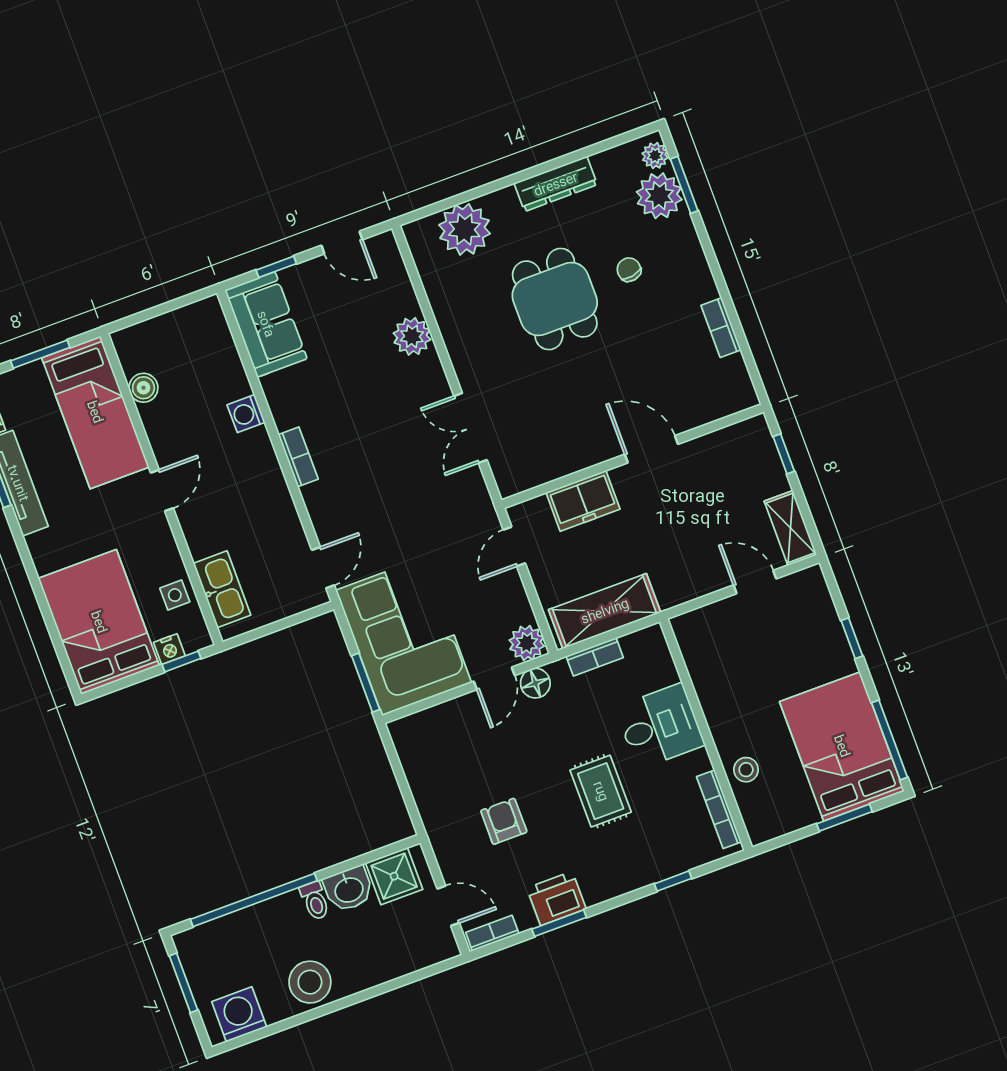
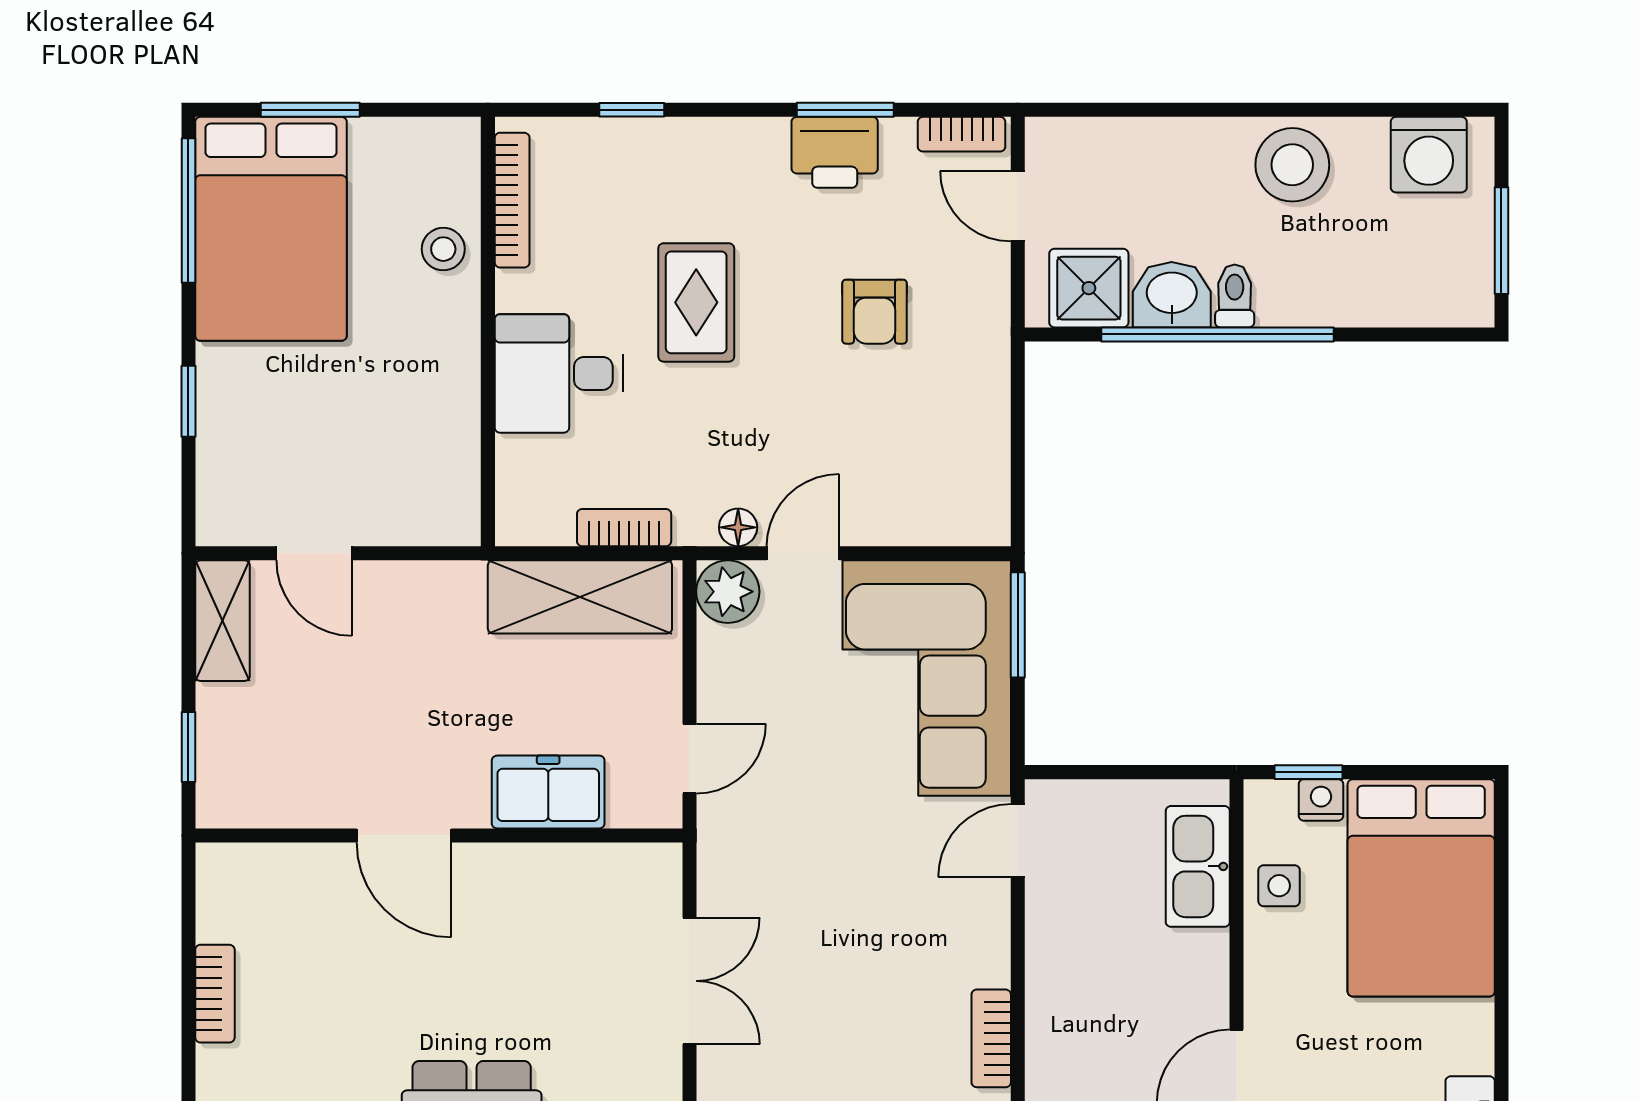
floor lamp: (535, 683) -> (738, 527), width x0.73, depth x0.73
window: (254, 900) -> (1218, 334), moved

